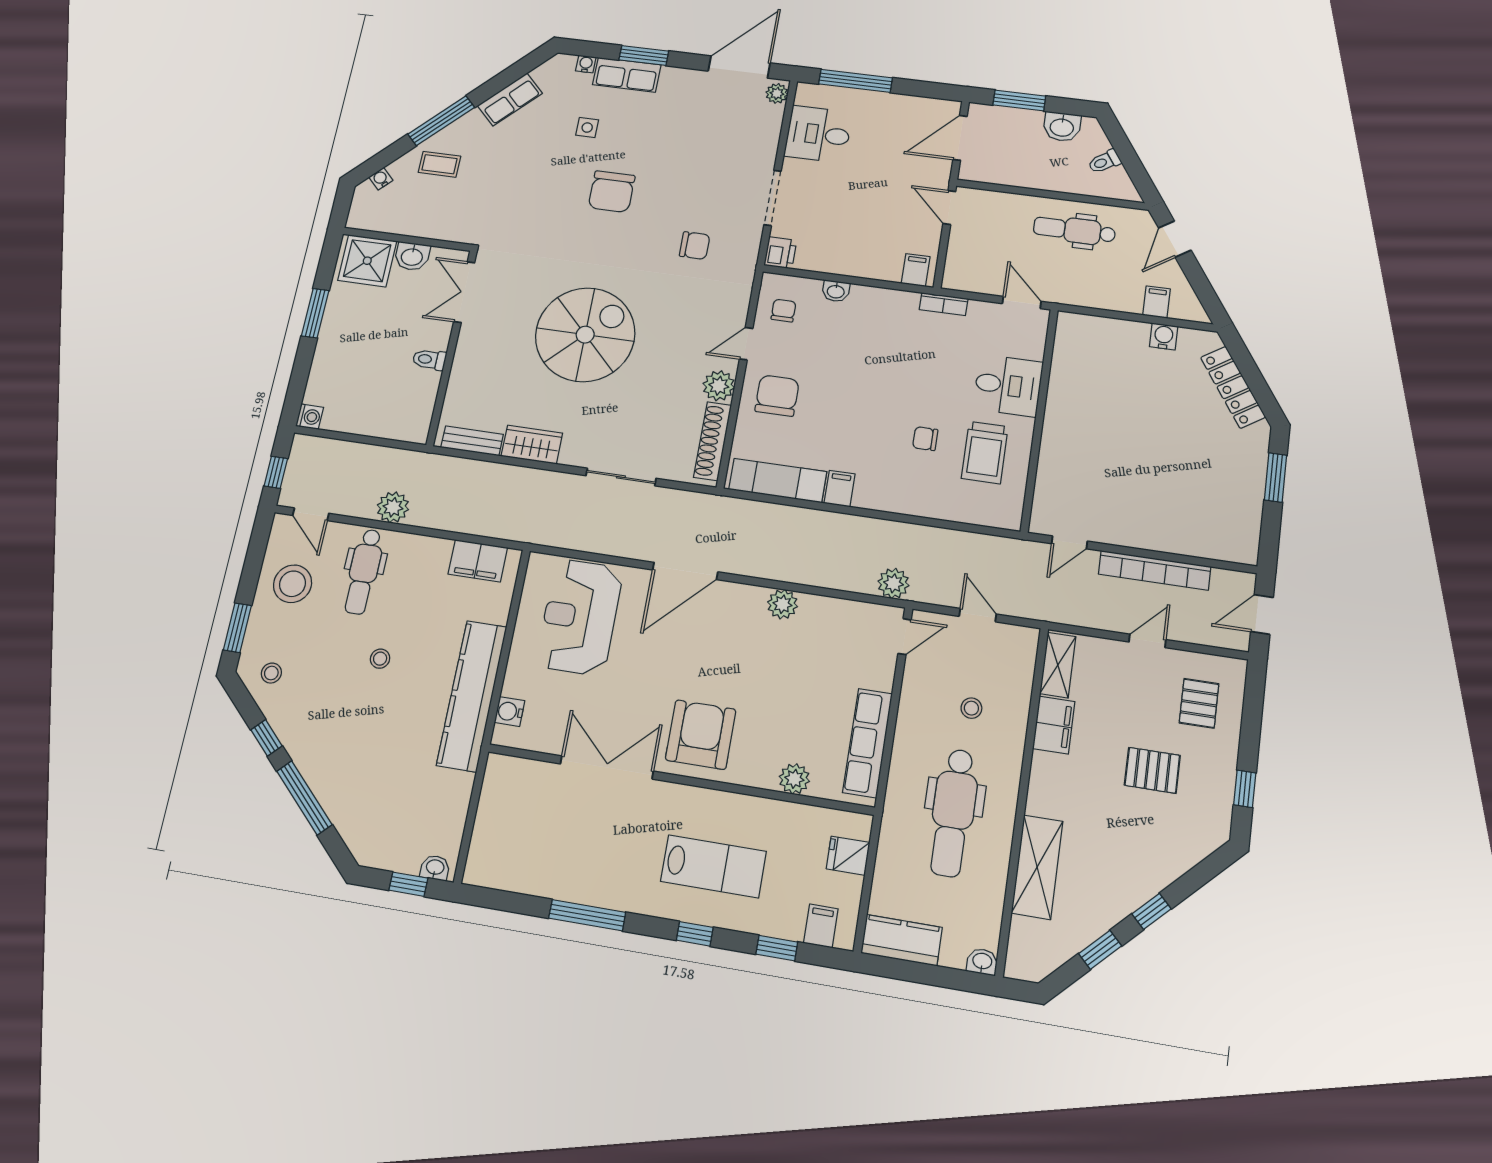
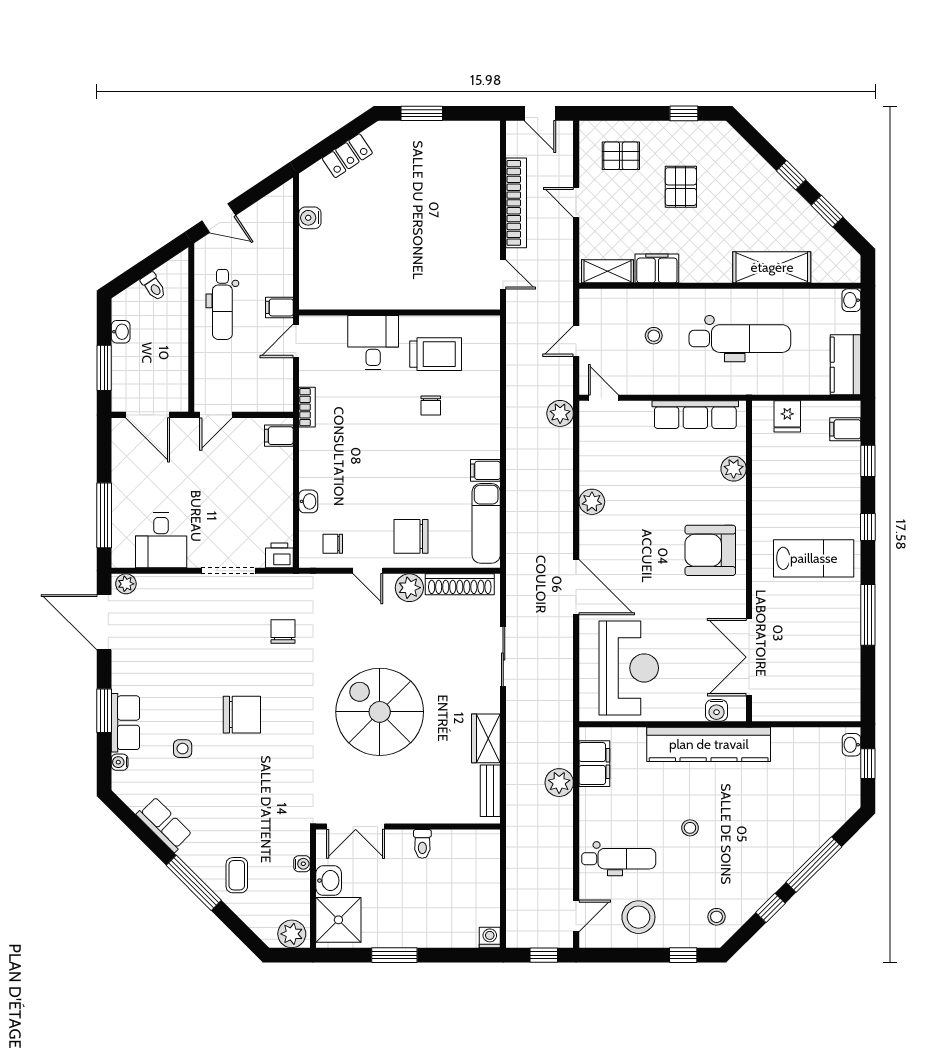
washbasin: (1062, 127) -> (121, 332), width x0.72, depth x0.69
water cooler: (381, 179) -> (302, 864), moved, turned -135
plant: (364, 211) -> (292, 934), added
filing cabinet: (1157, 302) -> (279, 307), moved
locker: (1233, 387) -> (347, 156), width x0.66
plant: (393, 507) -> (559, 783), moved
reception desk: (580, 617) -> (629, 668), turned -90
window: (237, 628) -> (683, 955), width x0.67
double door: (607, 767) -> (749, 657), moved
lab bench: (713, 866) -> (814, 558), moved, turned 90

